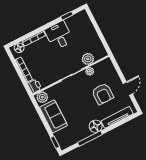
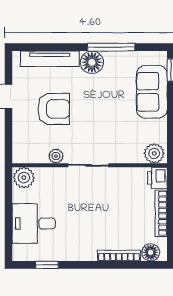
desk: (59, 35) -> (34, 223), moved, turned 90
plant: (88, 59) -> (24, 178), moved
armchair: (103, 94) -> (54, 109), turned 90
sofa: (53, 116) -> (152, 92), moved

